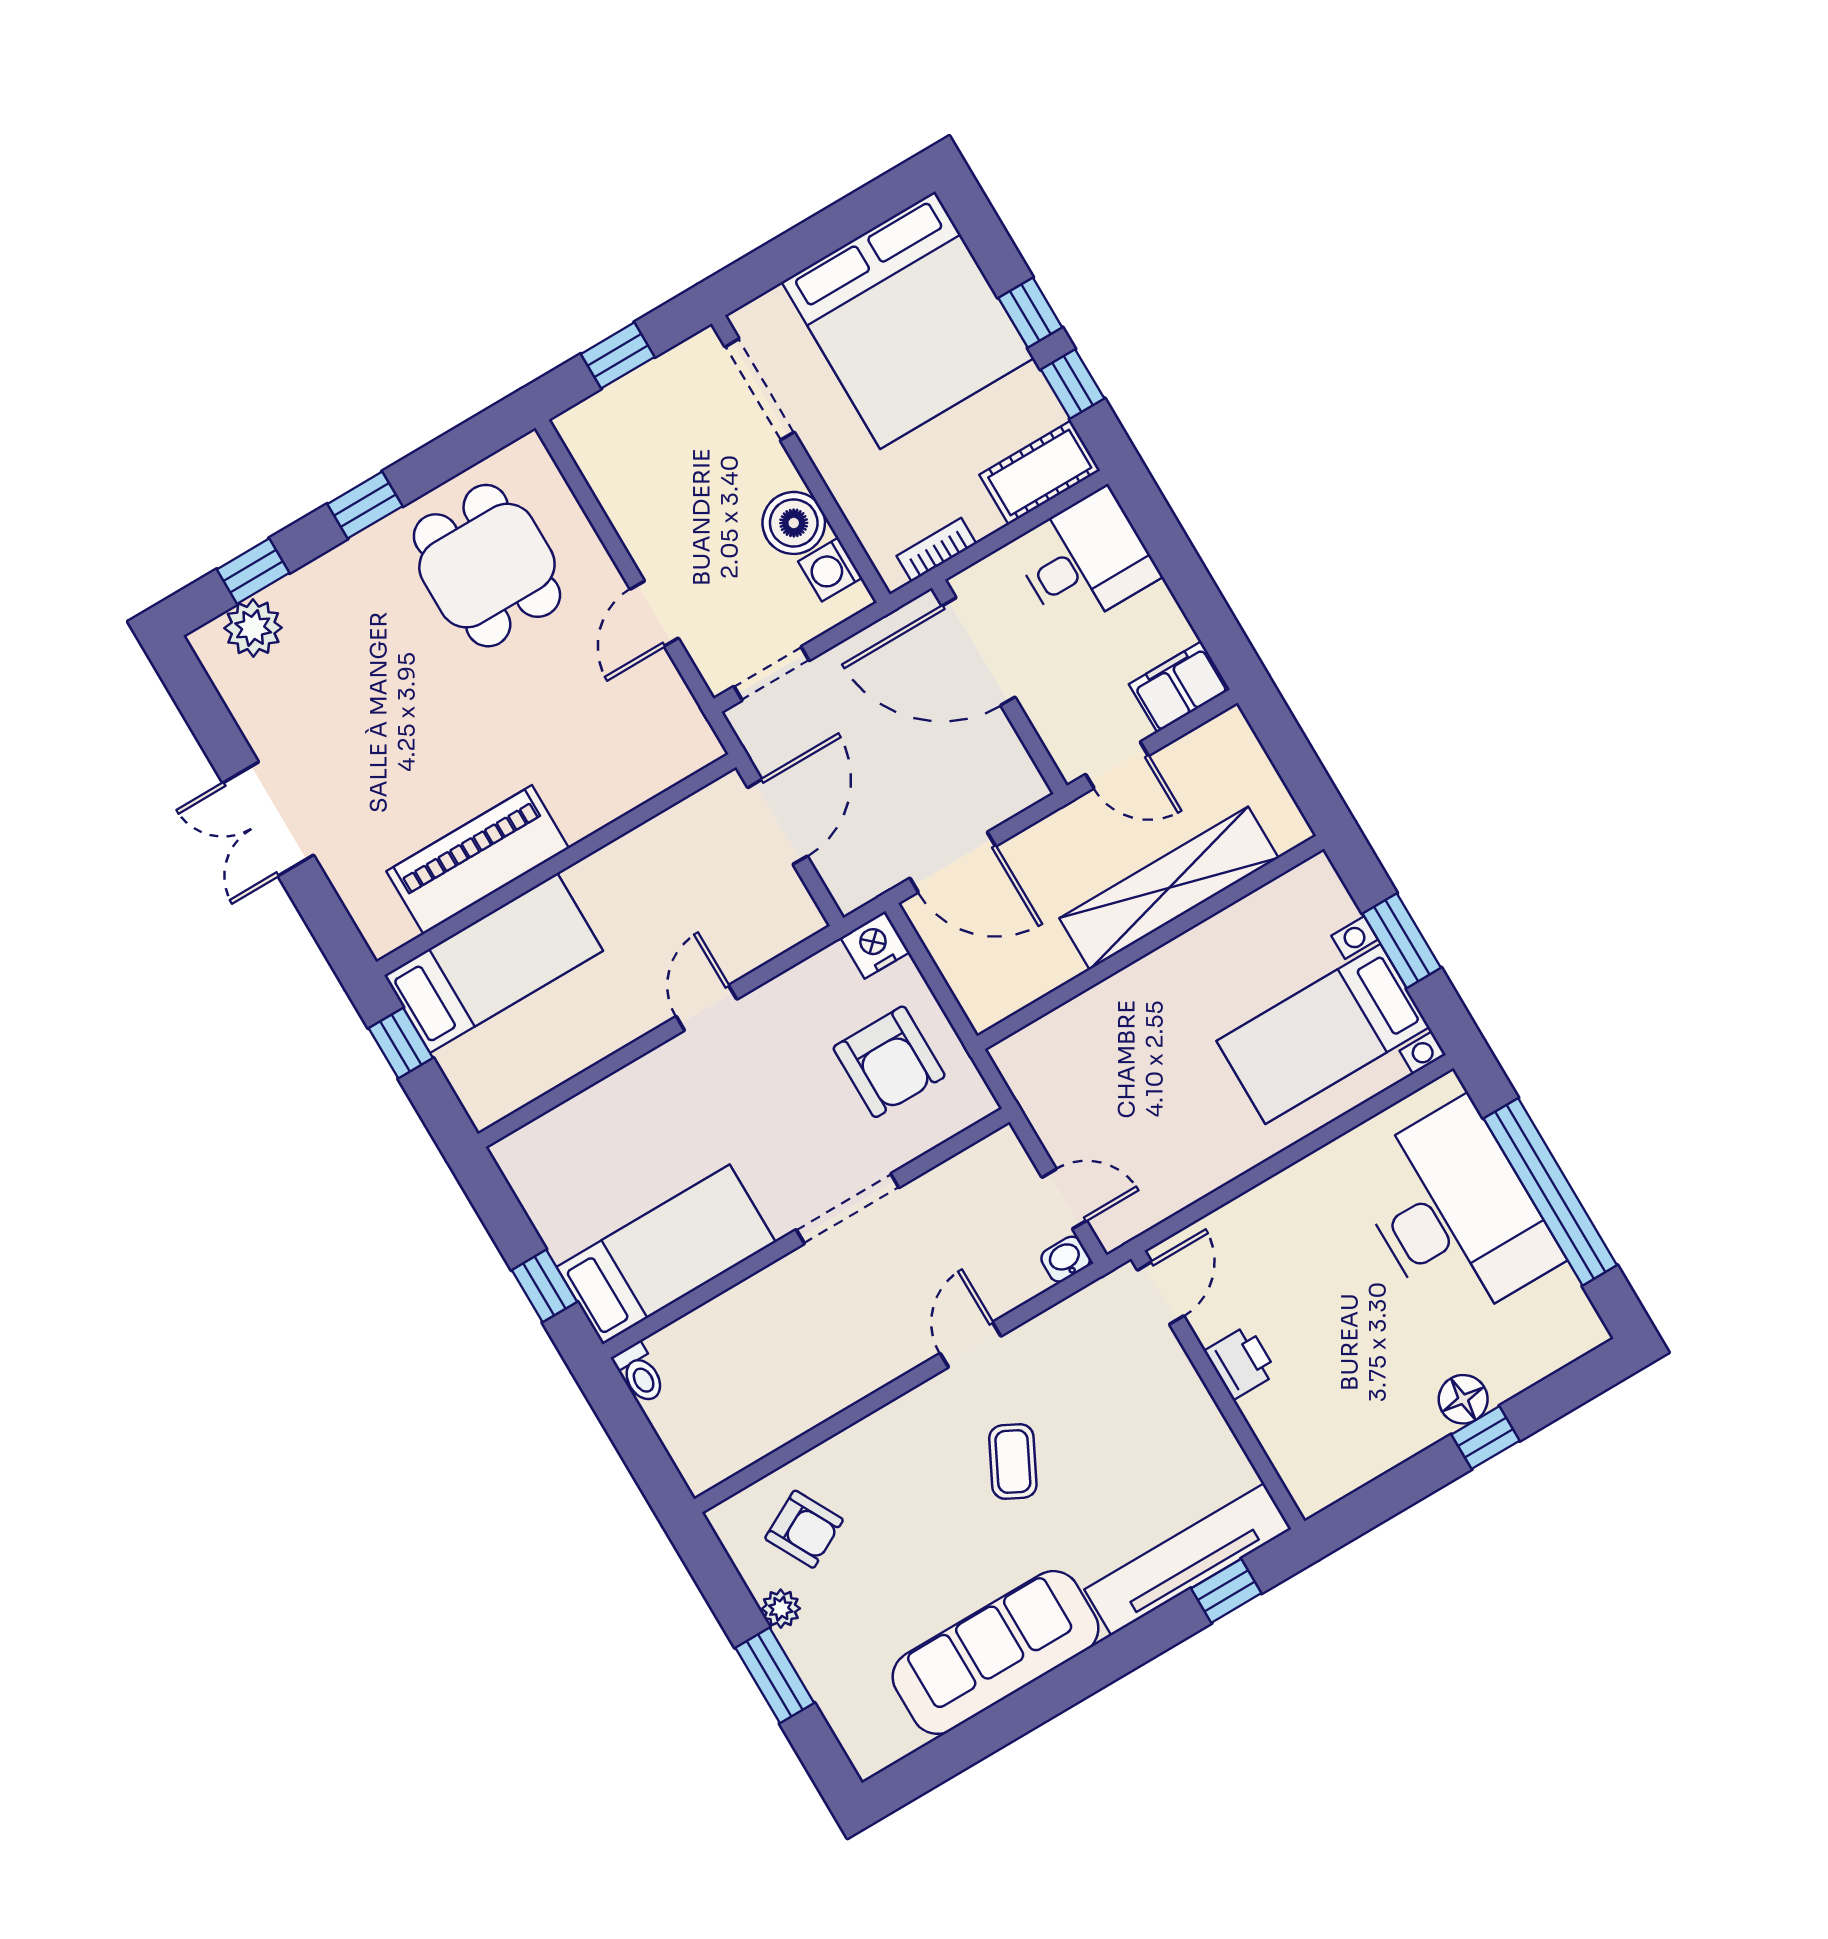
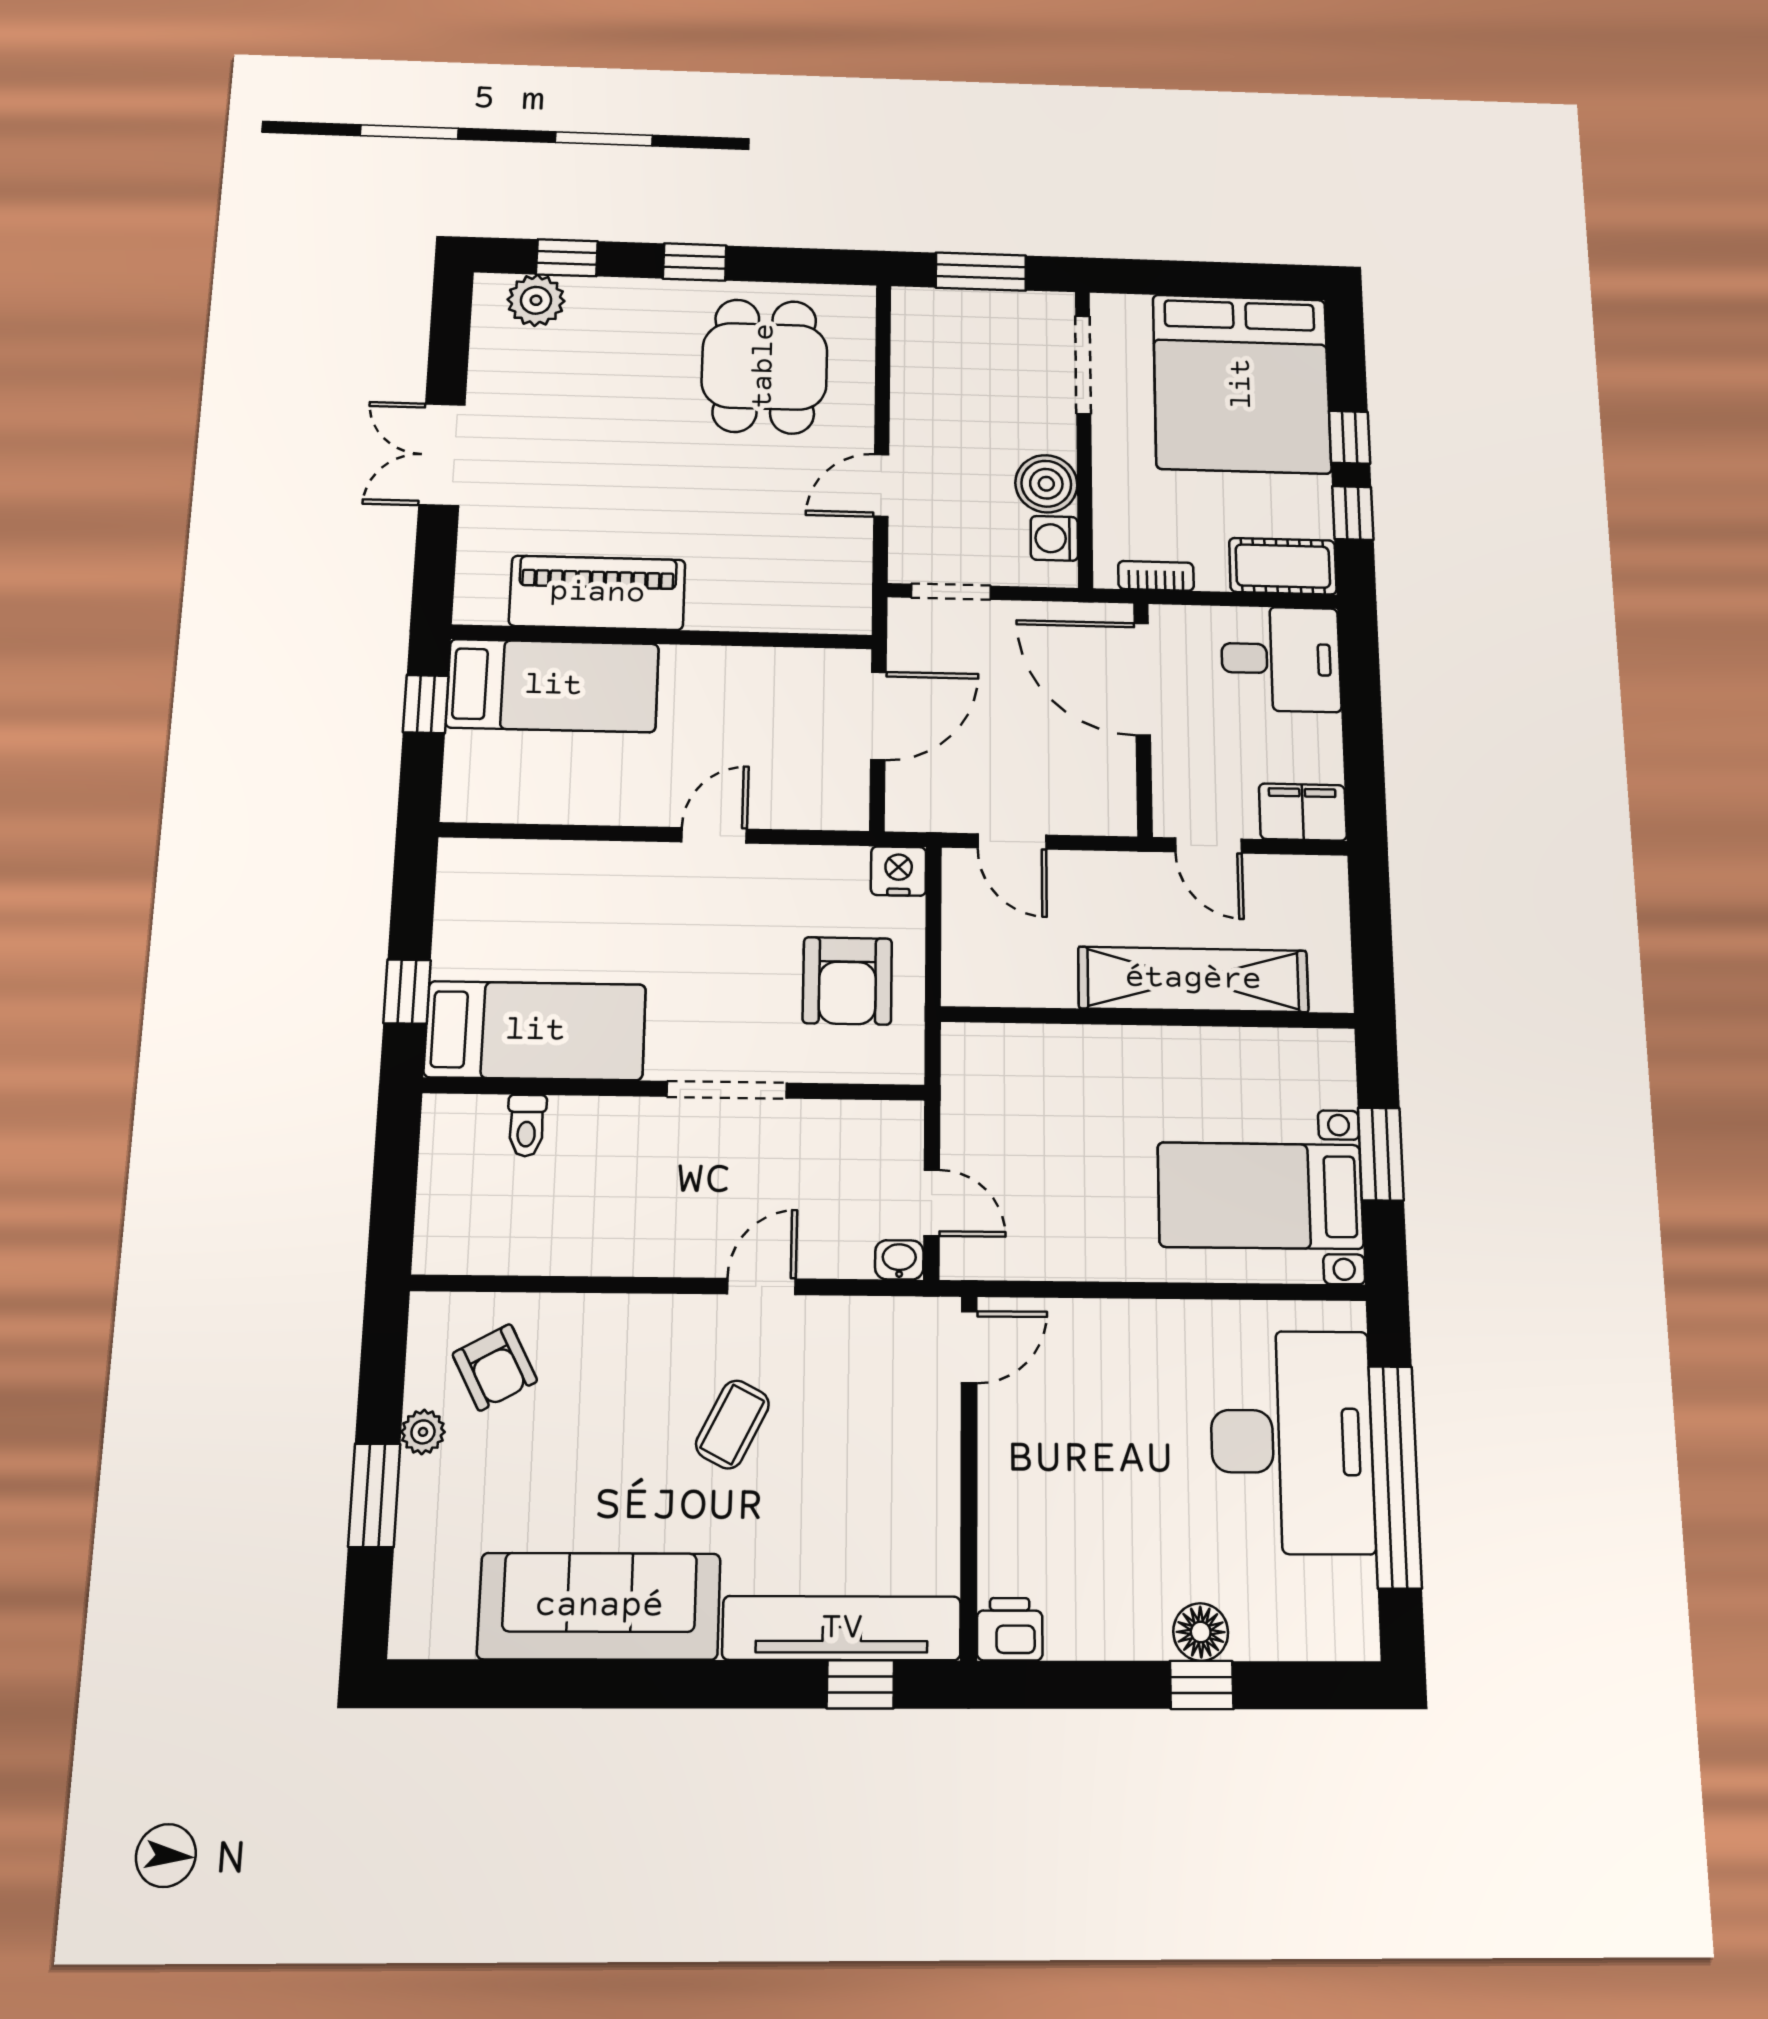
window: (618, 355) -> (981, 272), width x1.50
door: (953, 862) -> (1012, 841), width x0.73
printer: (1241, 1362) -> (1010, 1629), moved, turned -90
toilet: (640, 1373) -> (527, 1126), moved

